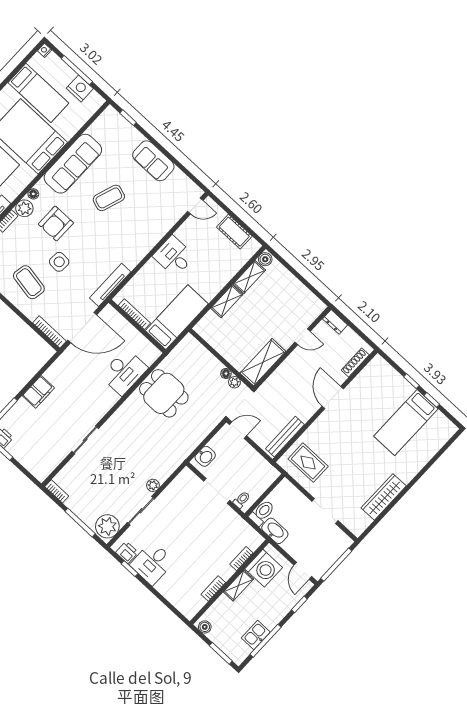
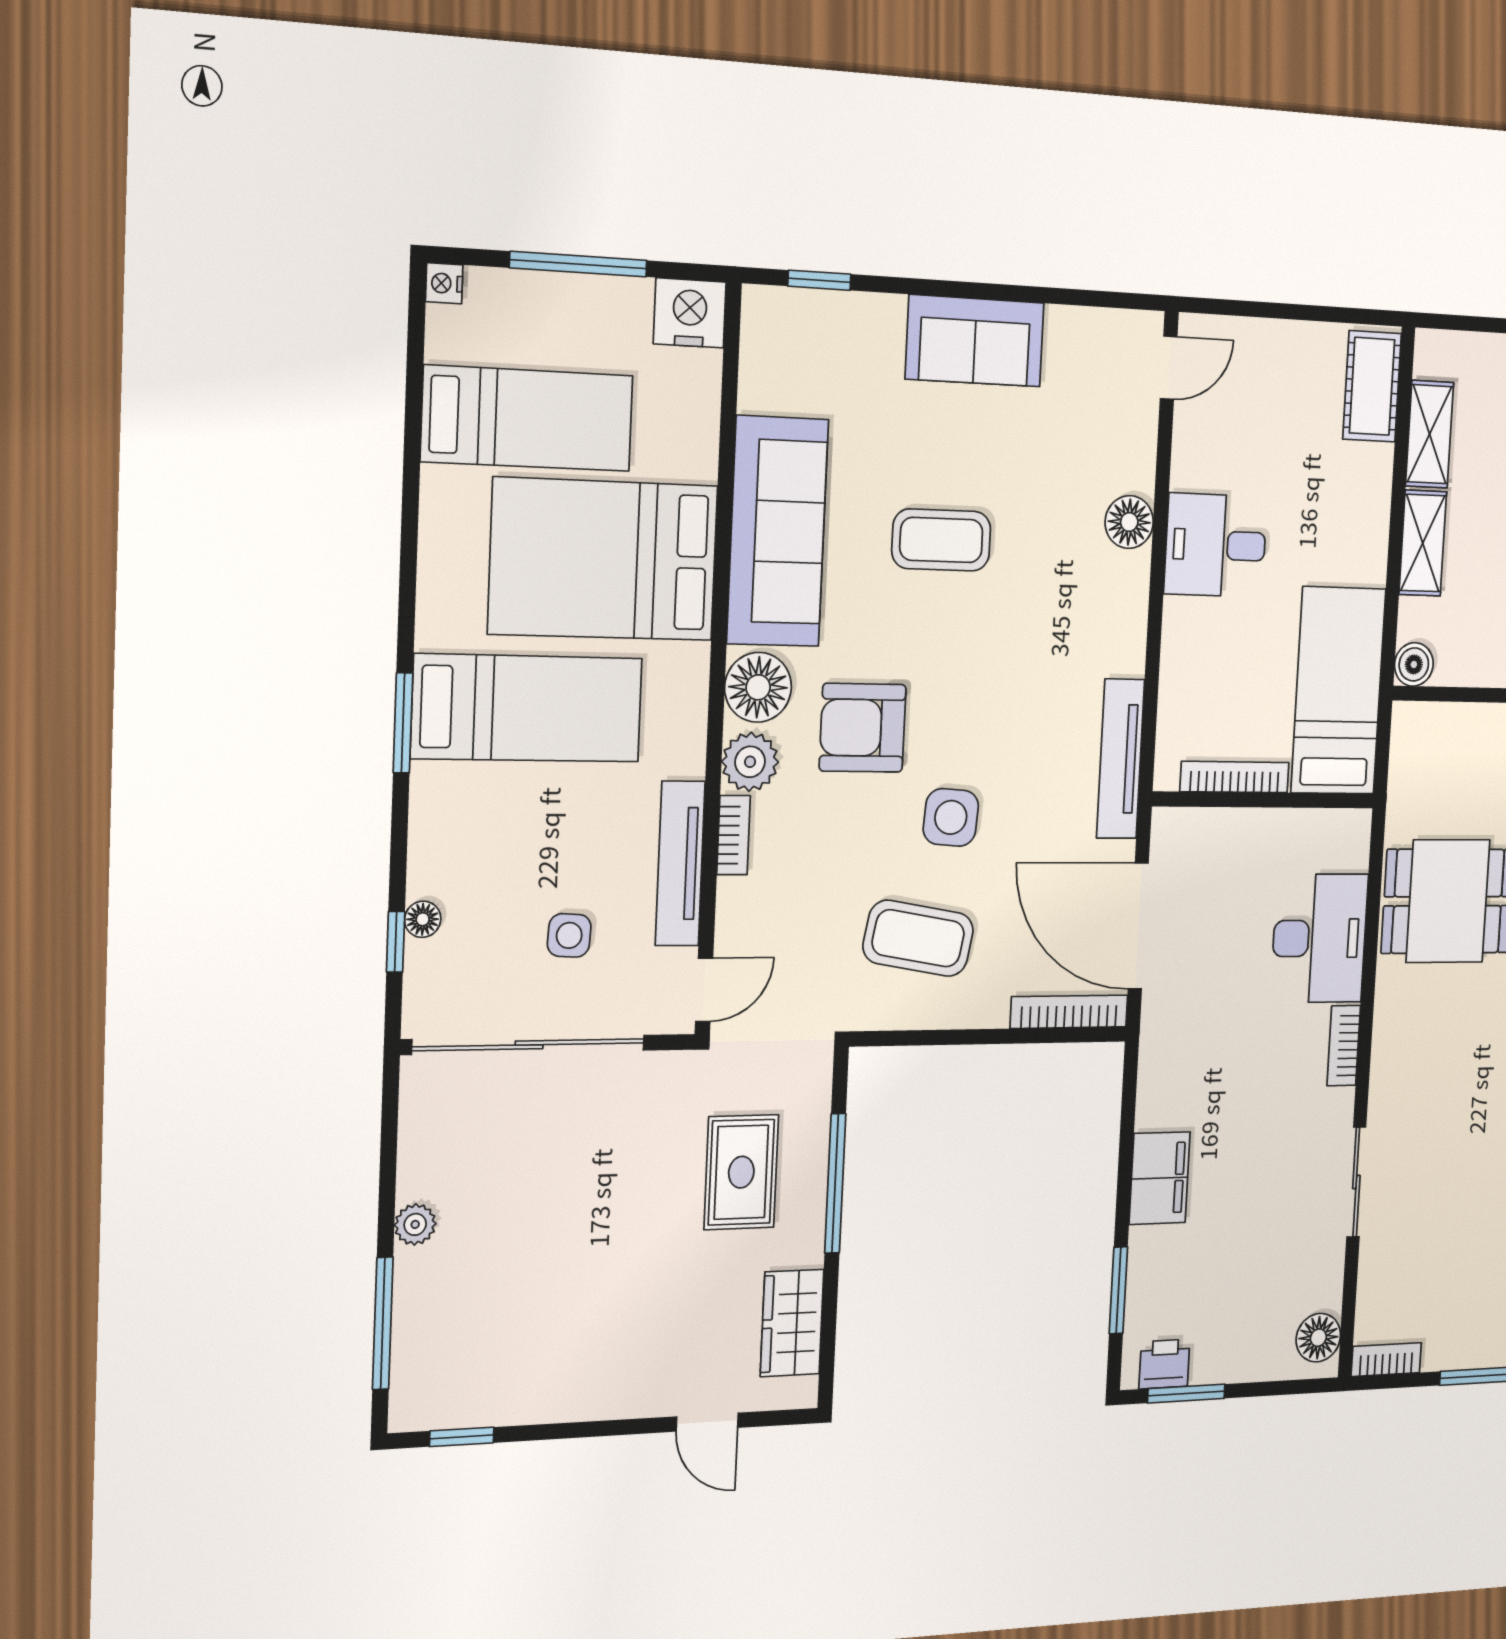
nightstand: (80, 88) -> (690, 313), moved
floor lamp: (33, 194) -> (758, 687), width x1.89, depth x1.89
coffee table: (109, 198) -> (941, 540), turned 71
armchair: (56, 224) -> (863, 728), turned 90
cot: (234, 232) -> (1372, 386), moved, turned 90
floor lamp: (157, 233) -> (1129, 522), added
boiler: (265, 259) -> (1414, 664), moved
door: (82, 327) -> (1138, 926), swing flipped
bookcase: (109, 404) -> (1344, 1046), added
floor lamp: (45, 469) -> (1318, 1338), added

